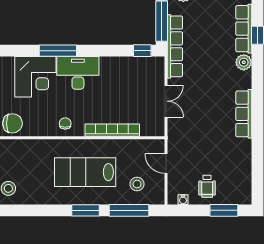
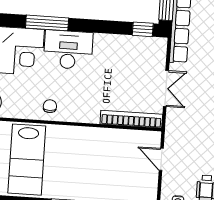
bookcase: (112, 130) -> (131, 119), moved
lab bench: (85, 172) -> (27, 160), moved, turned -90
stool: (137, 184) -> (127, 180), removed

